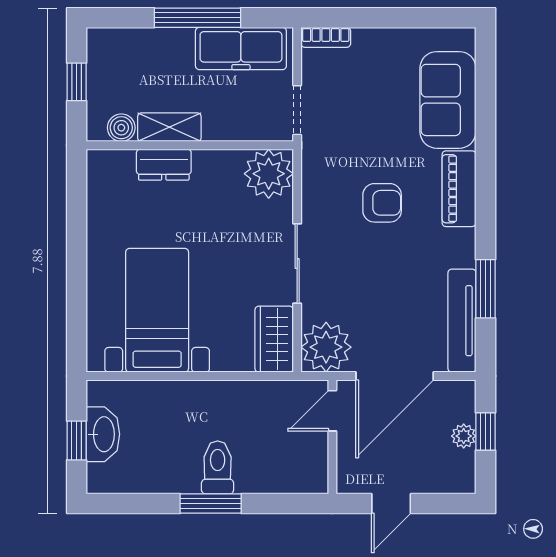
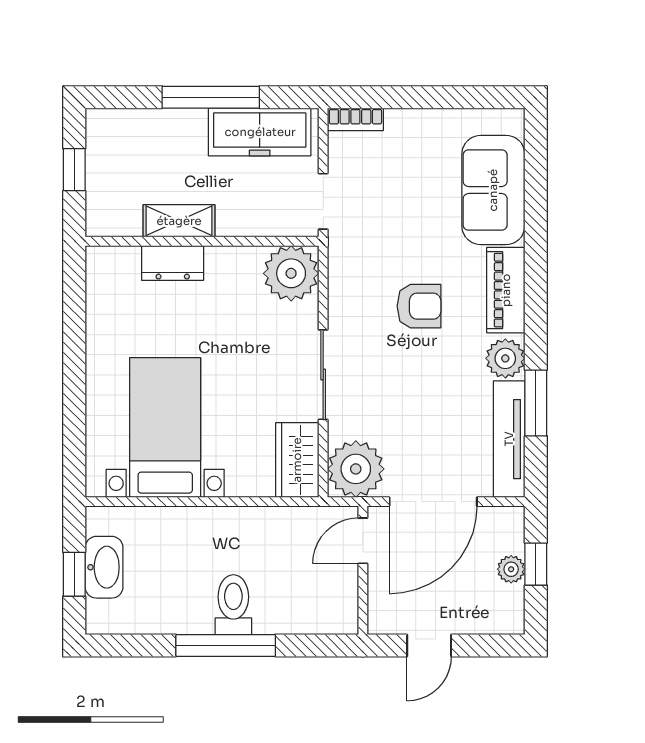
boiler: (121, 128) -> (125, 221), removed
plant: (459, 249) -> (505, 358), added
window: (211, 504) -> (226, 646), width x1.44

